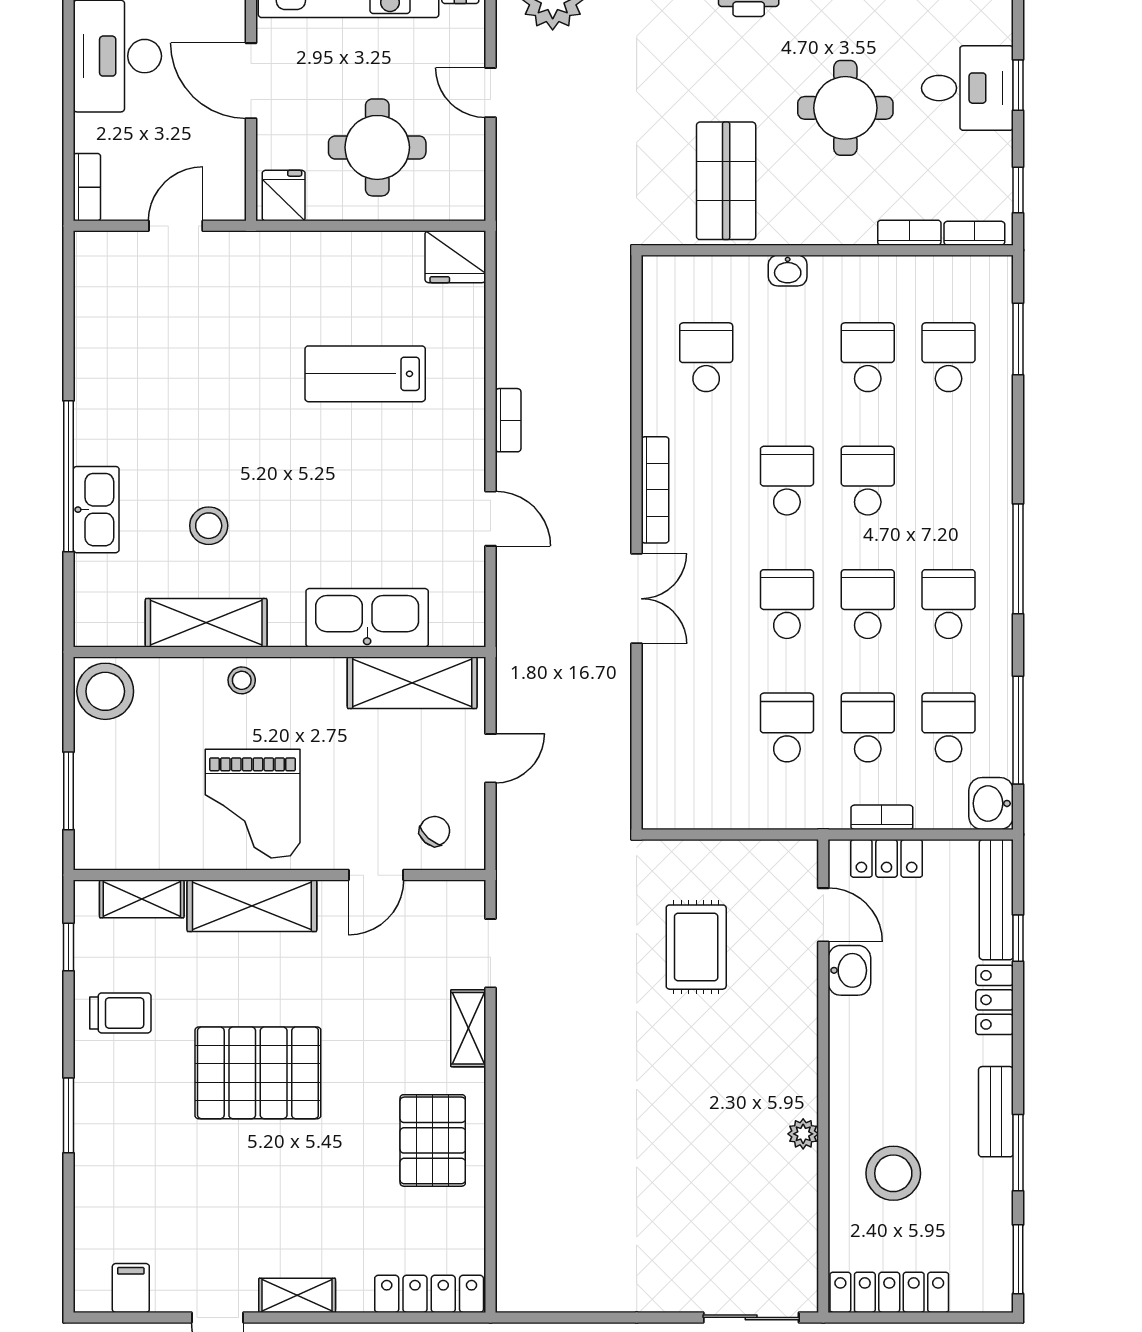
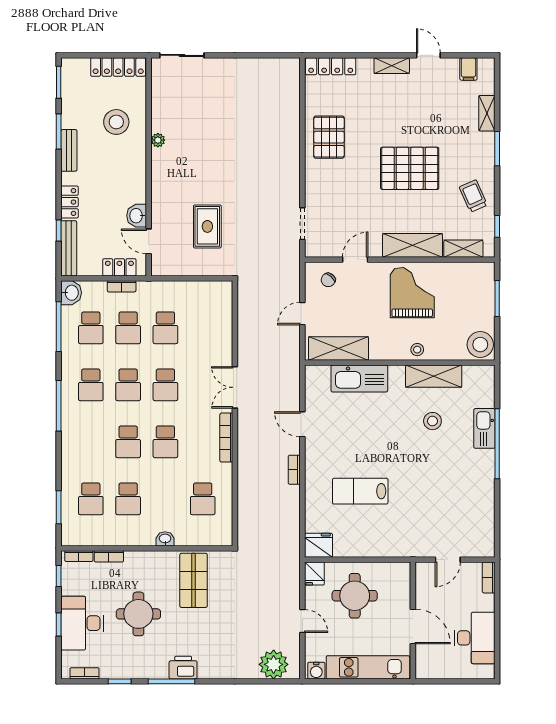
desk: (967, 88) -> (82, 623), width x1.37
fridge: (284, 196) -> (314, 573), moved
lab bench: (365, 374) -> (360, 491), turned 180
trolley: (120, 1013) -> (473, 196), turned 66
shelving: (468, 1028) -> (487, 113), moved

